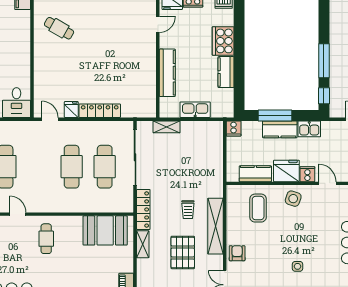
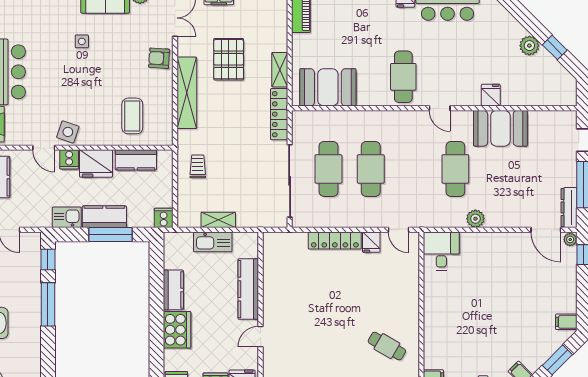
door: (158, 24) -> (261, 337), moved
shelving: (167, 127) -> (218, 220), moved
side table: (293, 199) -> (68, 132), moved
trolley: (188, 210) -> (198, 166), moved
cafe table: (46, 239) -> (403, 77), width x1.37, depth x1.35
armchair: (237, 253) -> (159, 58), turned 94

